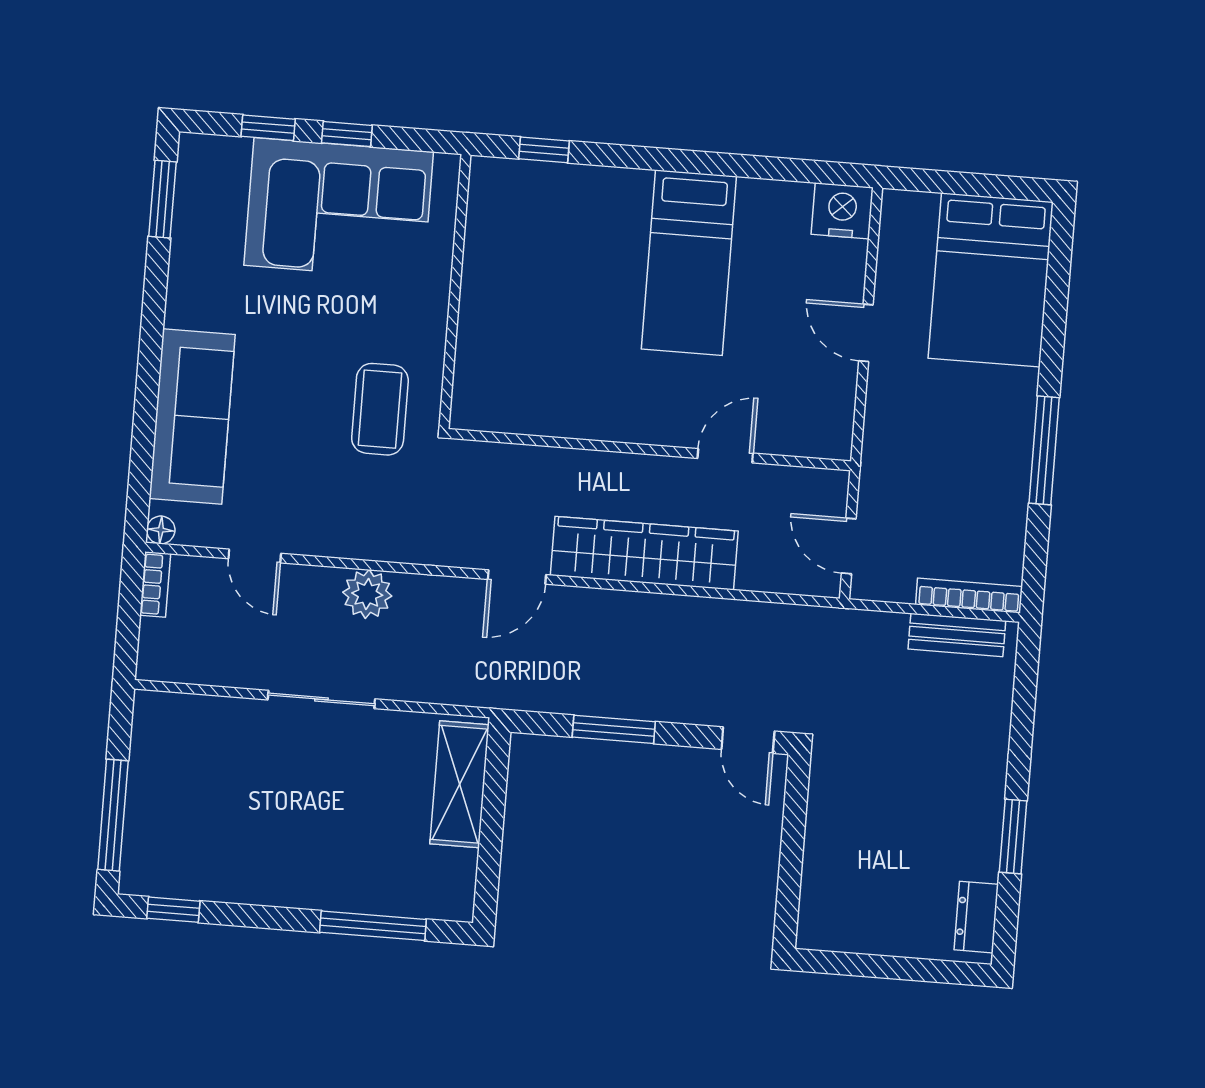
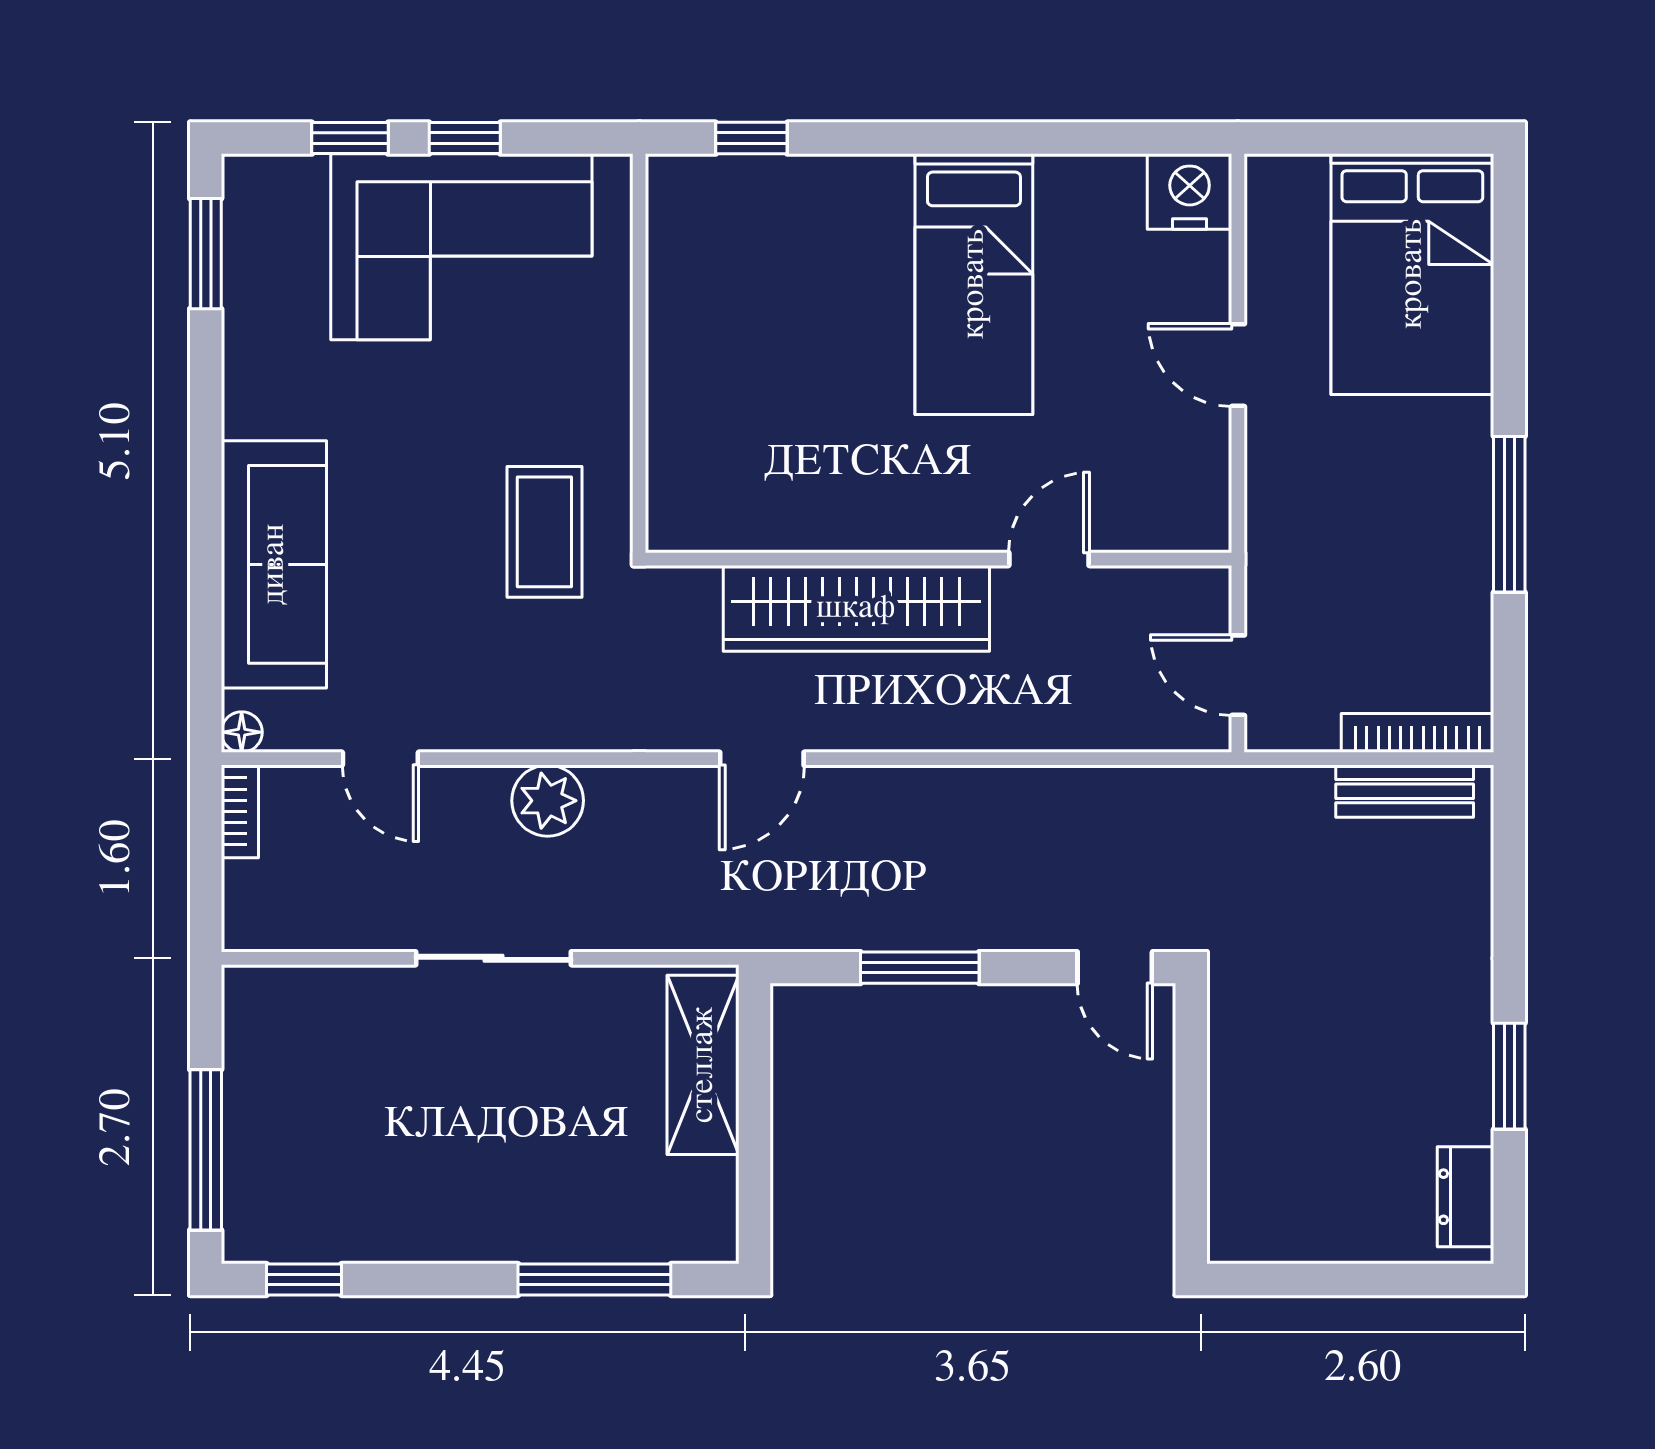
wardrobe: (644, 553) -> (856, 608), moved, turned 180

